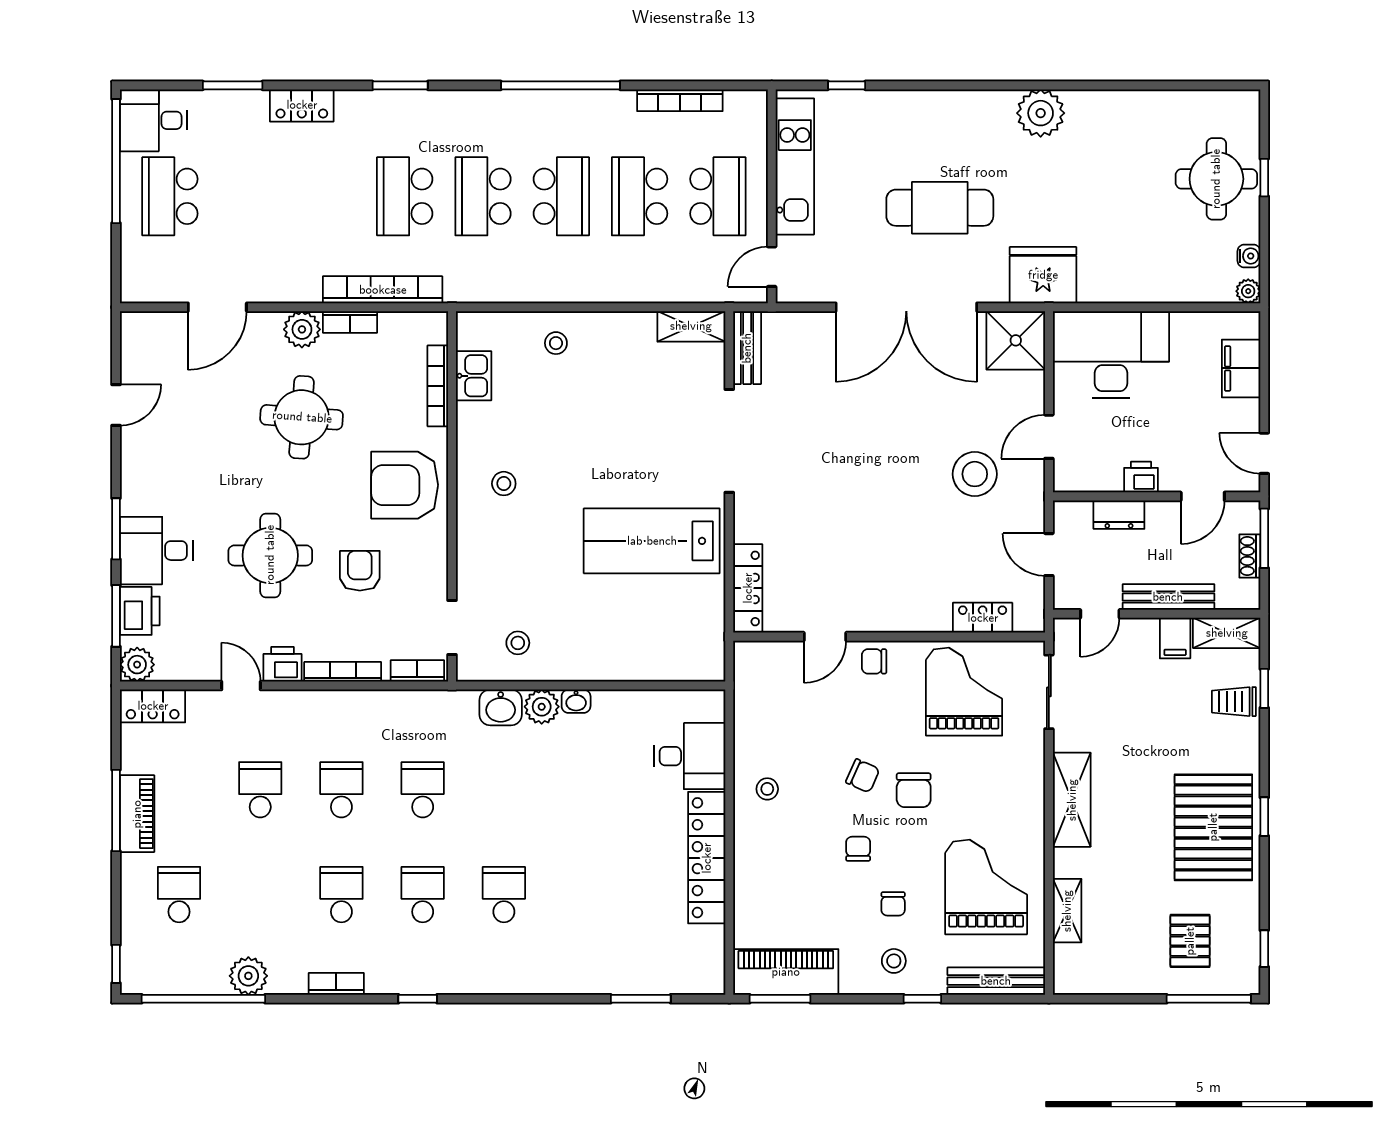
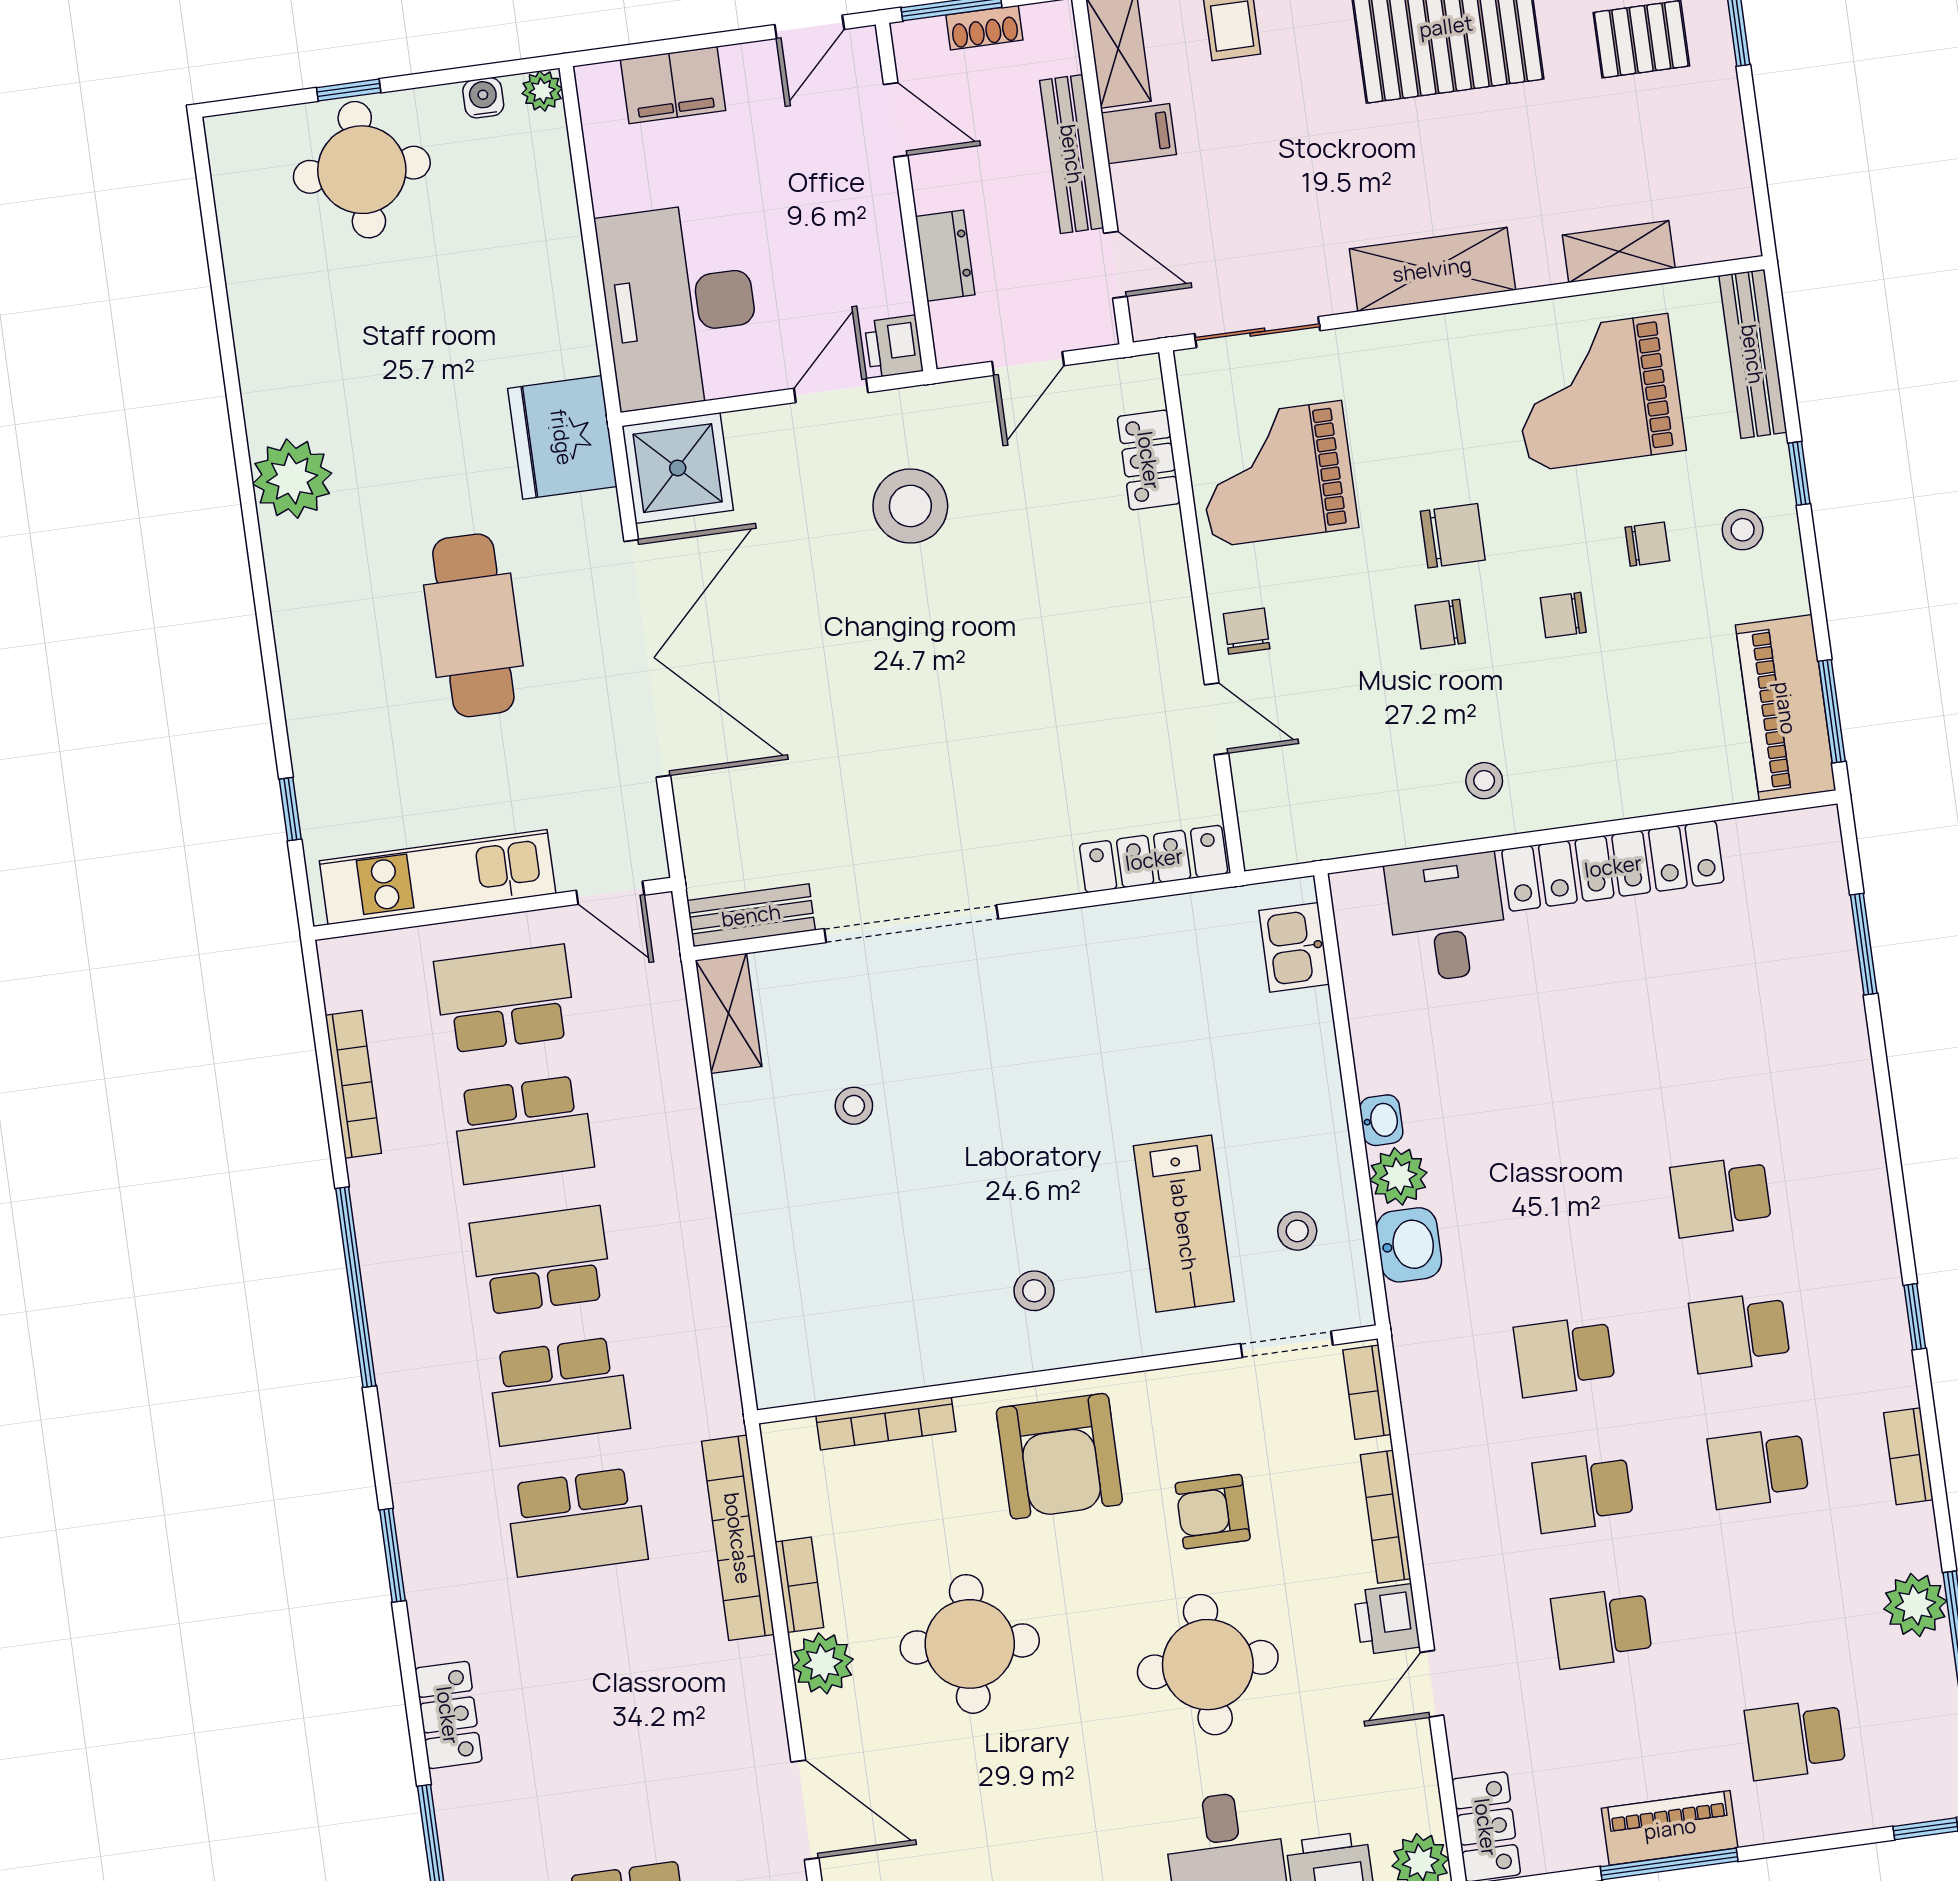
stool: (556, 343) -> (854, 1106), moved
kitchen sink: (474, 376) -> (1294, 947), moved, turned -90
door: (1049, 437) -> (831, 391), swing flipped
printer: (1141, 477) -> (894, 346), moved
lab bench: (652, 541) -> (1184, 1224), moved, width x0.73, depth x0.72
chair: (874, 661) -> (1247, 631), turned 180
chair: (863, 776) -> (1440, 624), turned -114

